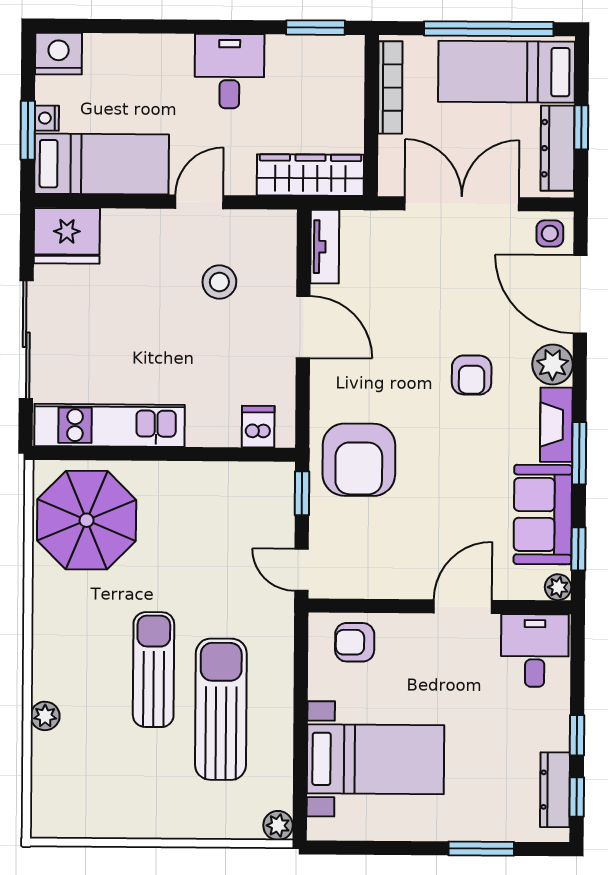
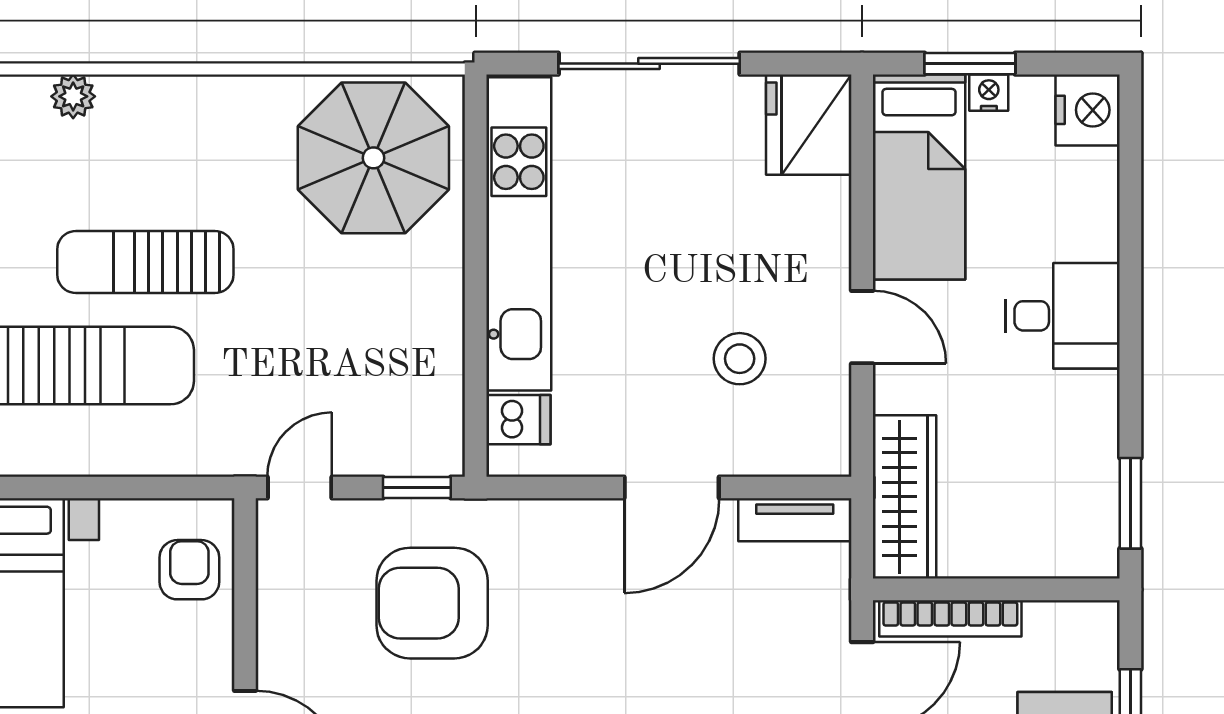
desk: (229, 71) -> (1063, 316), moved
bookcase: (390, 87) -> (950, 618), moved
kitchen unit: (110, 425) -> (519, 234), width x1.36
armchair: (359, 460) -> (432, 603), moved
sun lounger: (154, 670) -> (145, 262), turned 180

